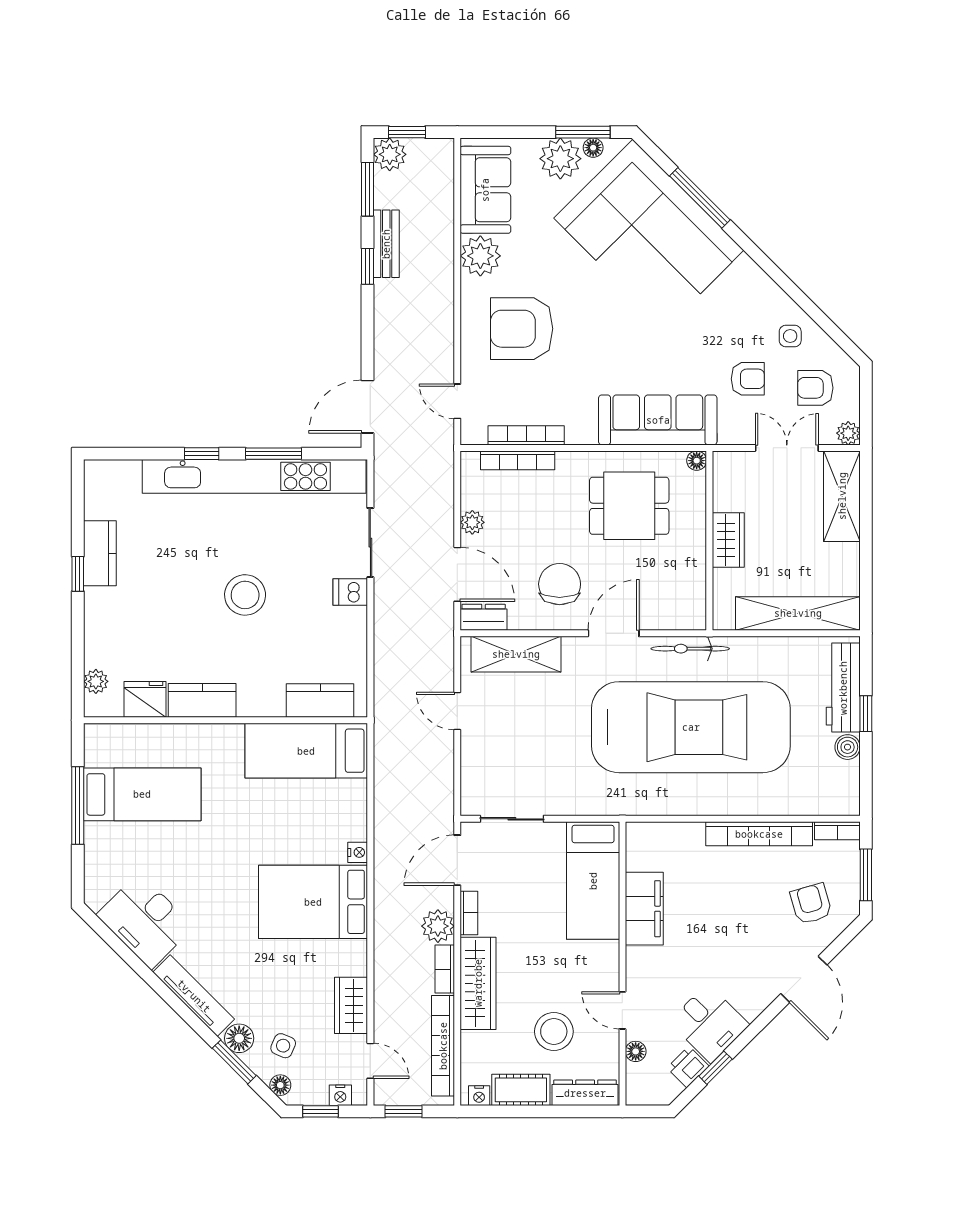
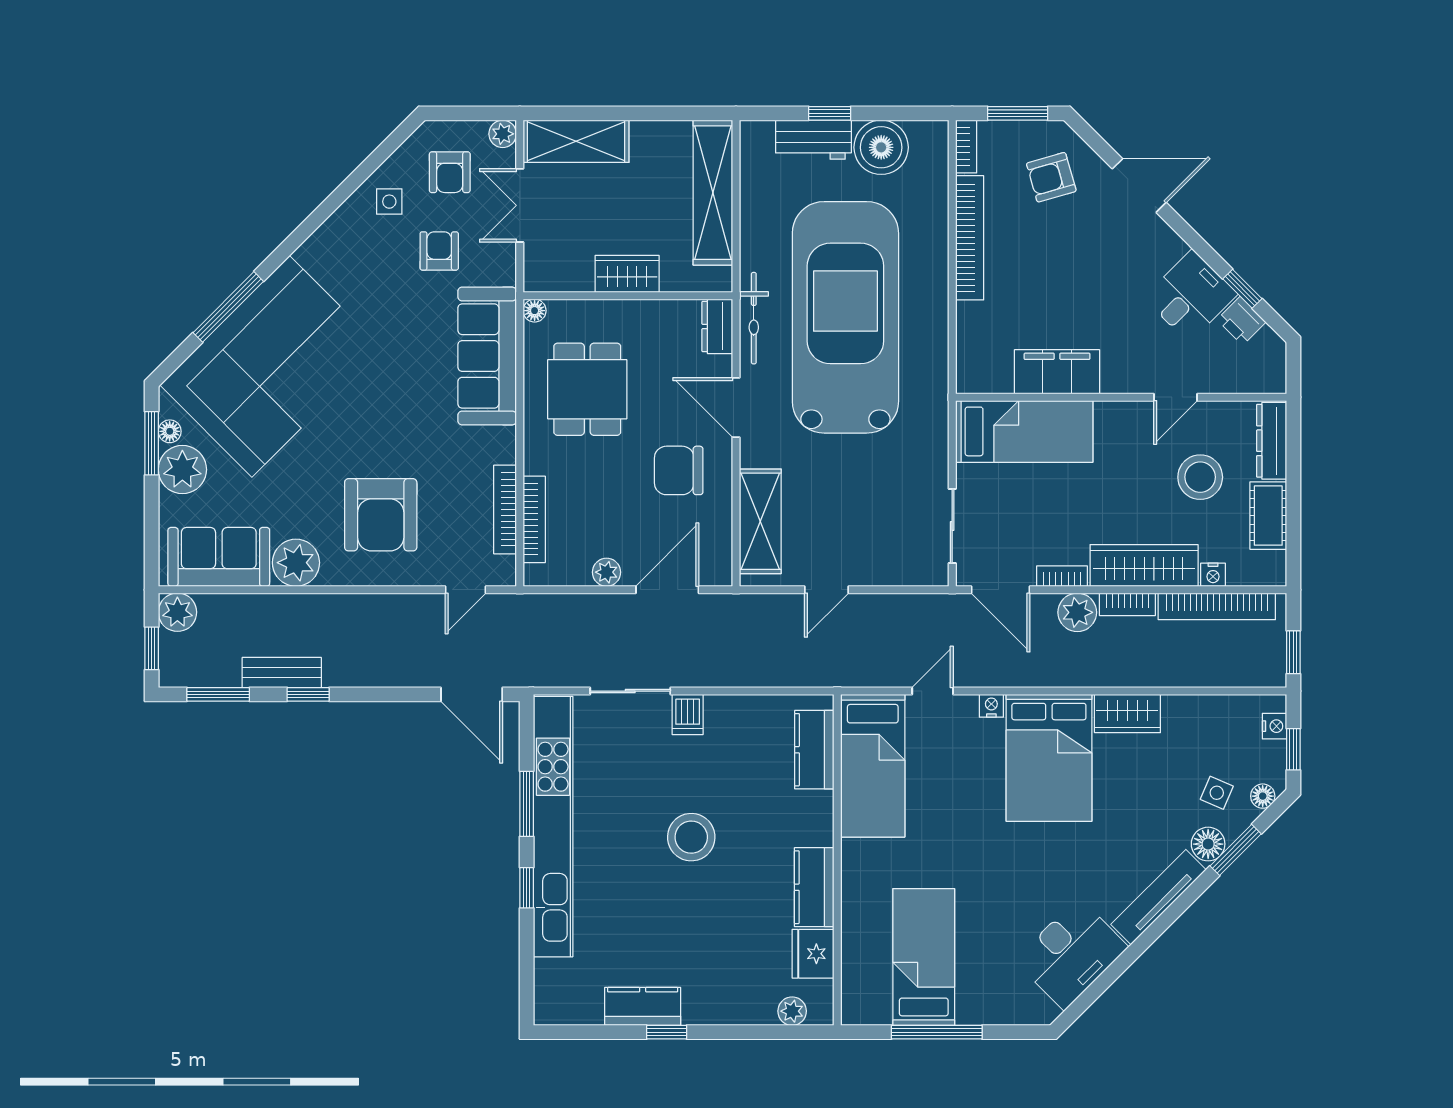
plant: (390, 154) -> (177, 612), moved
dresser: (484, 617) -> (717, 326), moved
workbench: (843, 688) -> (813, 140), width x0.73
boiler: (848, 747) -> (881, 147), width x1.86, depth x1.86
wardrobe: (351, 1005) -> (1127, 714), moved
floor lamp: (636, 1051) -> (1223, 382), removed
door: (370, 1061) -> (933, 691), moved
nightstand: (479, 1096) -> (1213, 575), moved, turned 90

